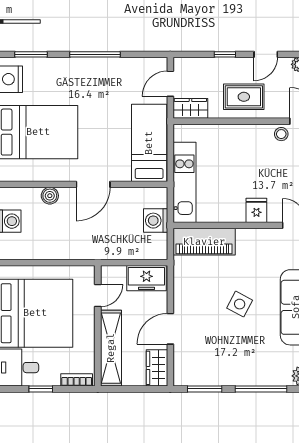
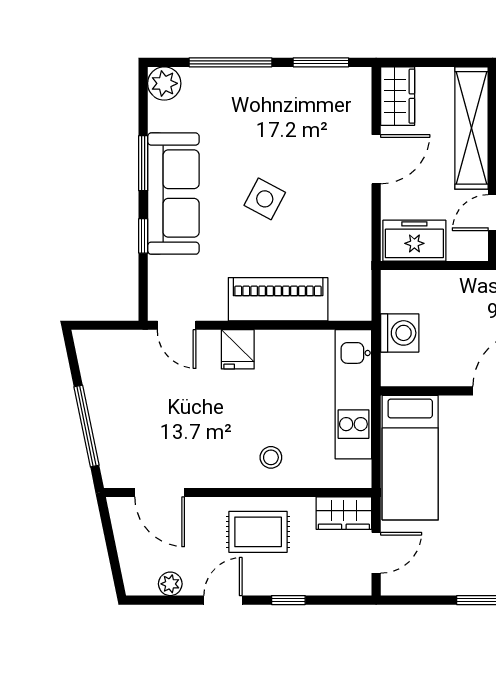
stool: (281, 134) -> (271, 457), moved
piano: (204, 242) -> (278, 299), moved

